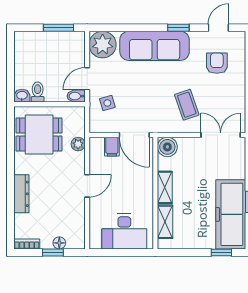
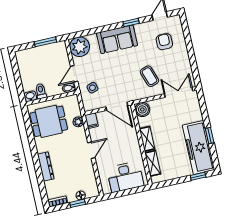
sofa: (155, 46) -> (117, 39), width x0.73
filing cabinet: (112, 147) -> (92, 121), moved

